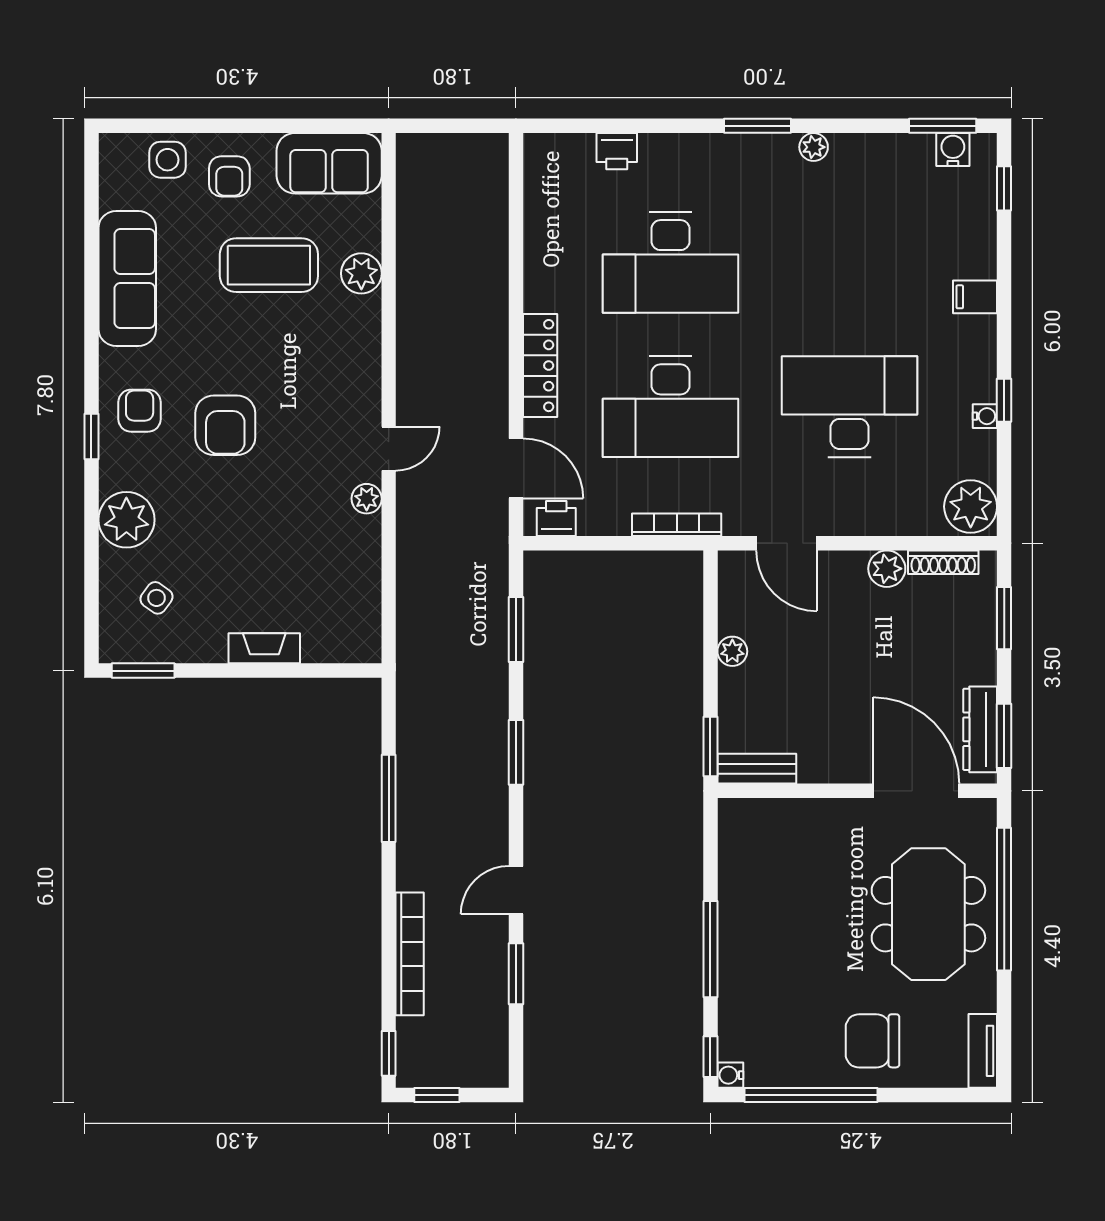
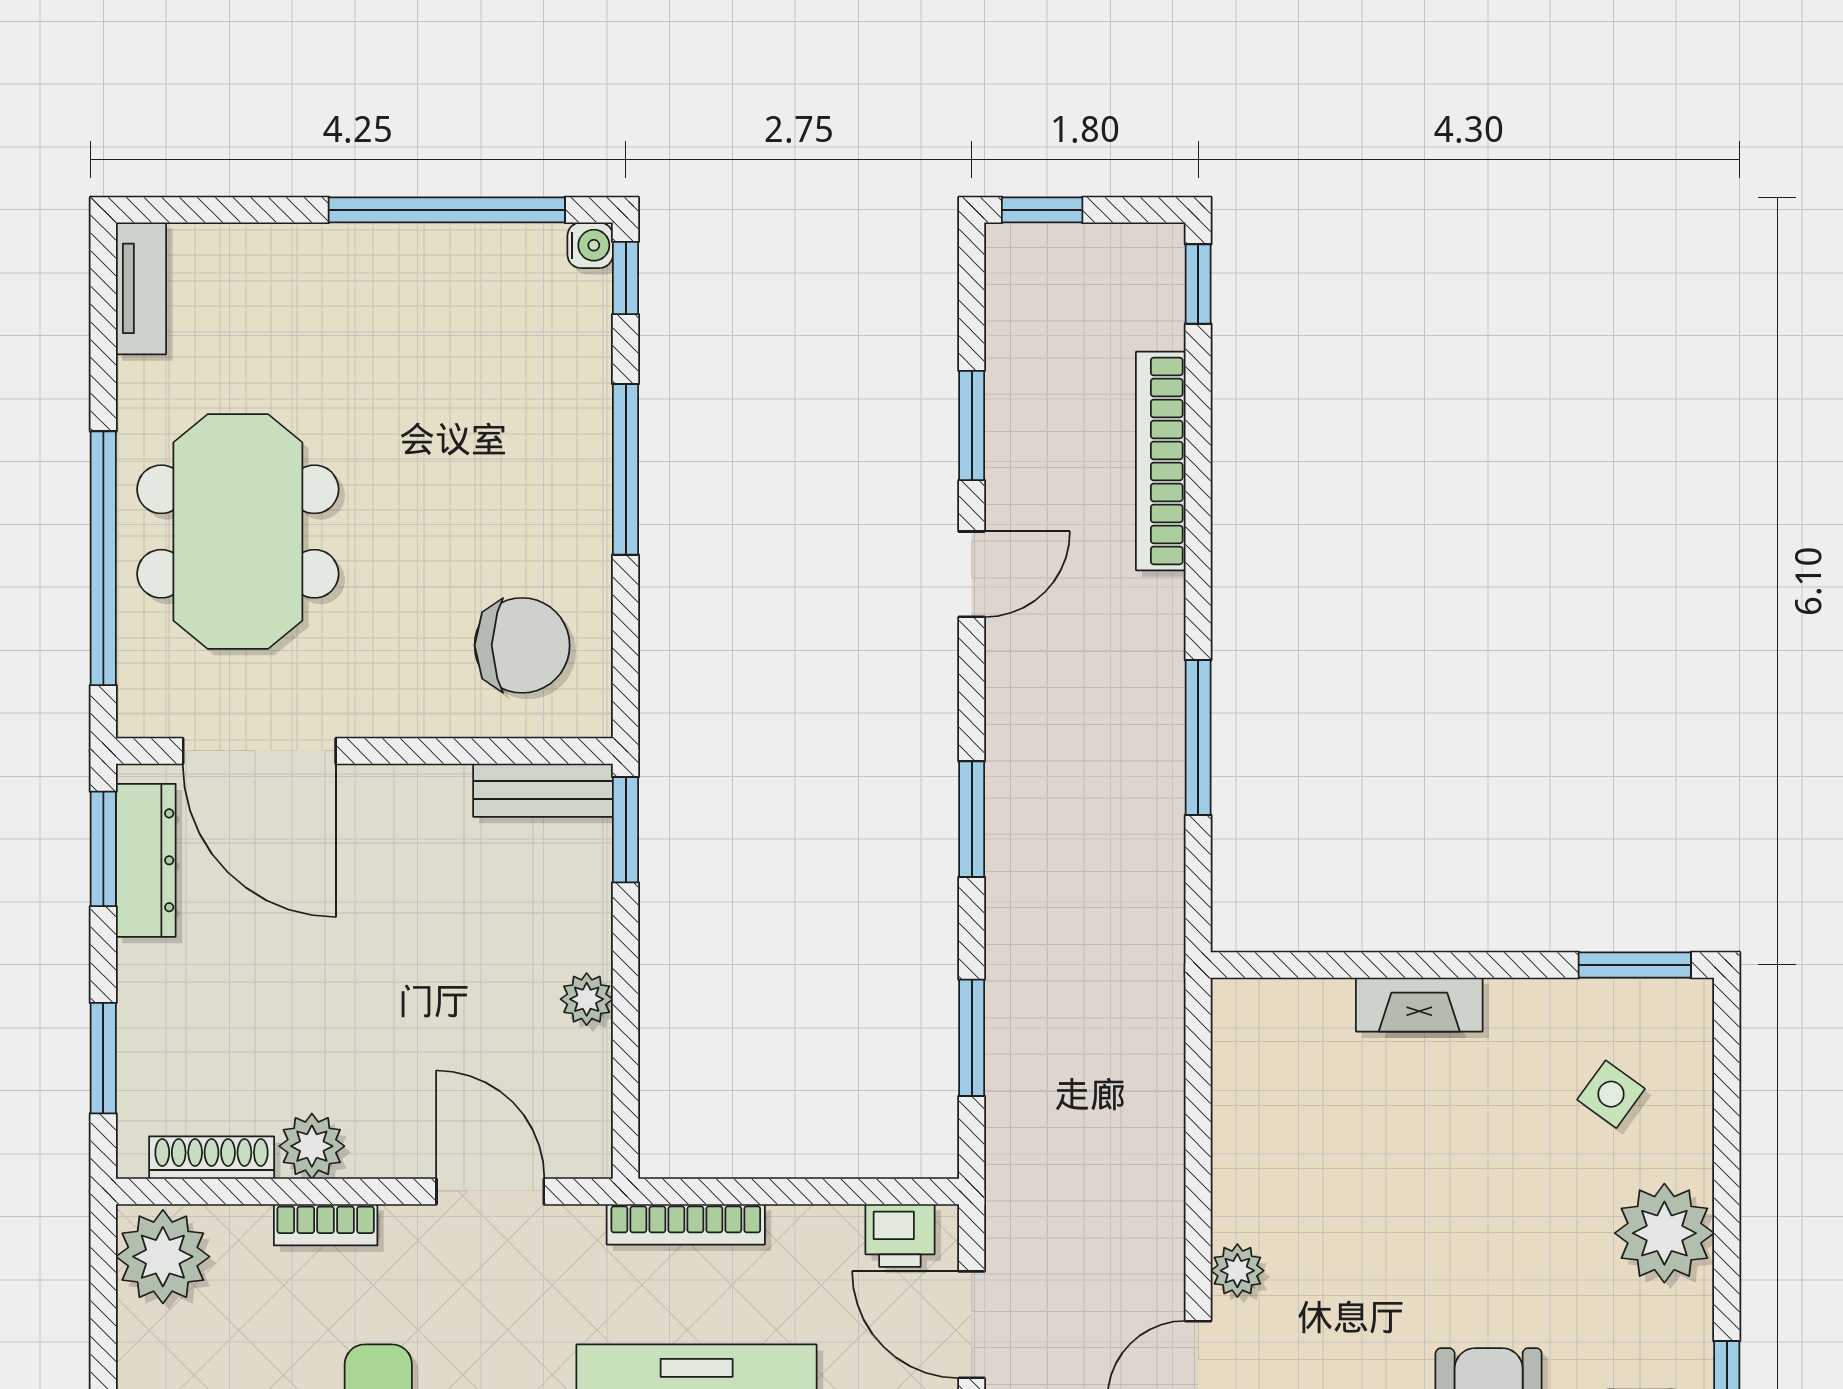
bookcase: (879, 524) -> (326, 1225), added
chair: (873, 1041) -> (522, 645), moved
window: (437, 1095) -> (1042, 210), moved

